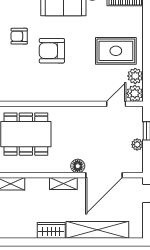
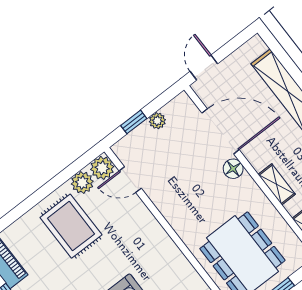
shelving: (63, 184) -> (277, 184), moved

